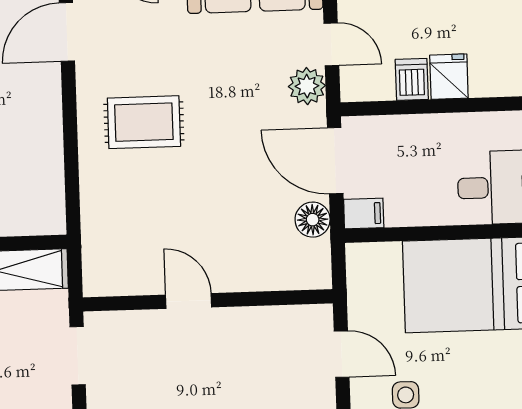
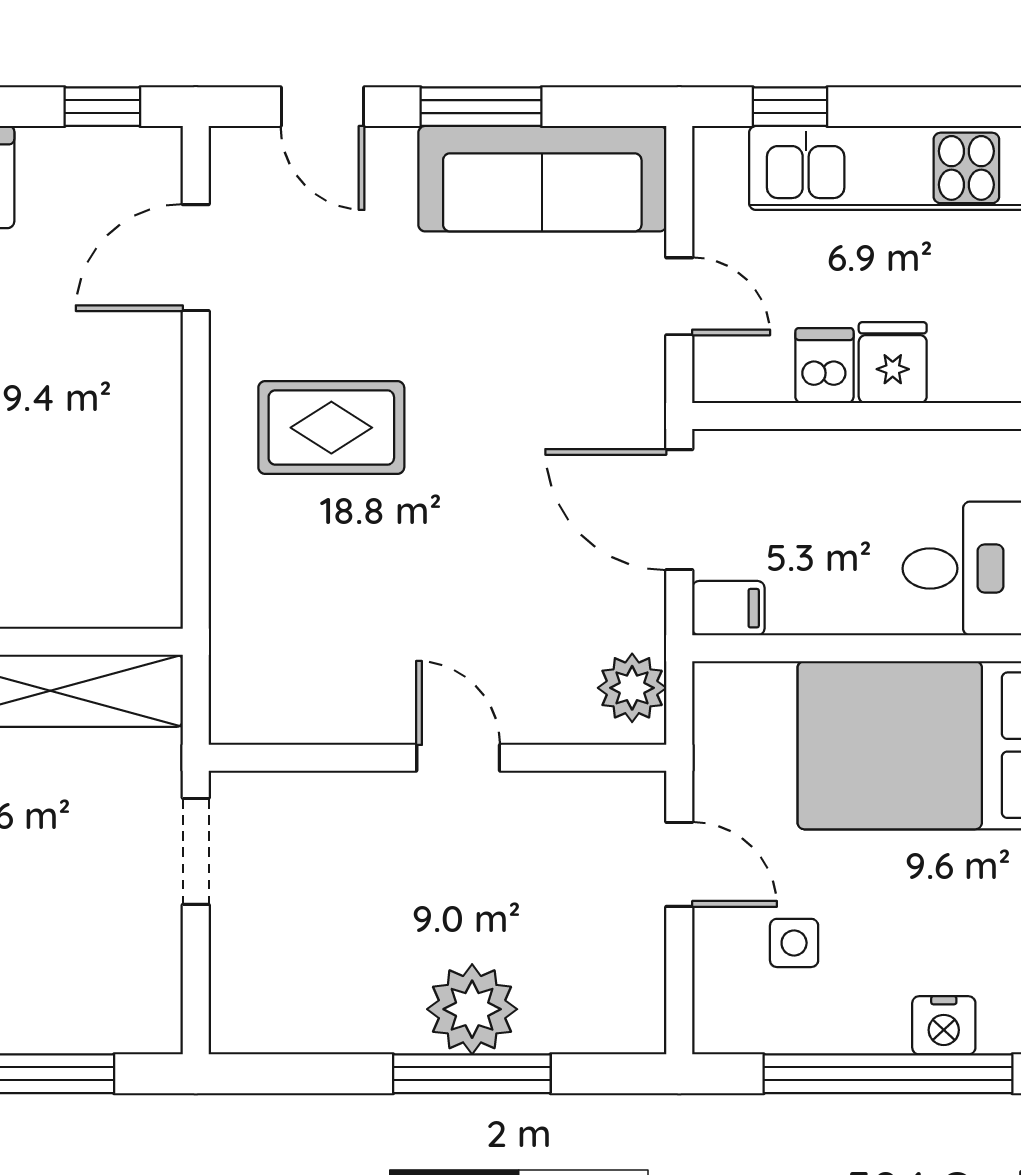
plant: (307, 86) -> (632, 688), moved
floor lamp: (313, 220) -> (634, 616), removed
door: (188, 301) -> (458, 758), moved

